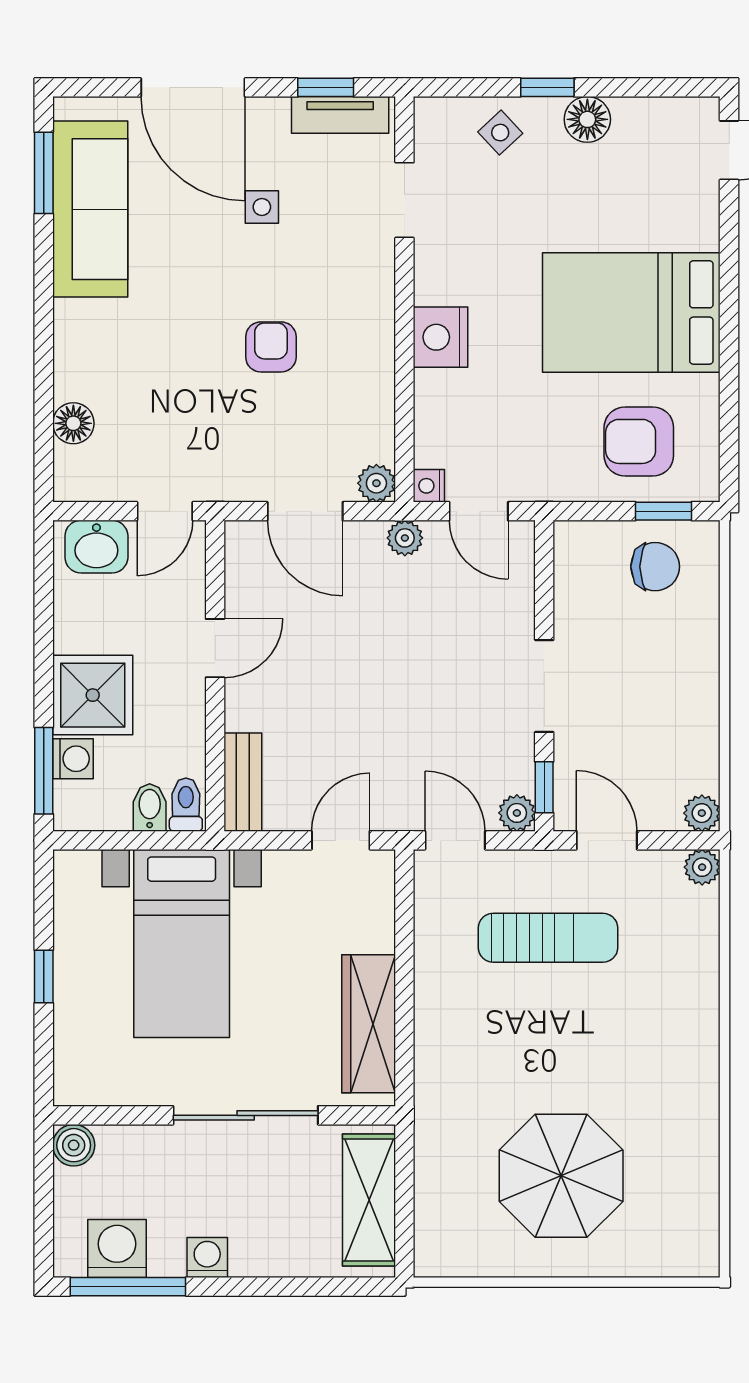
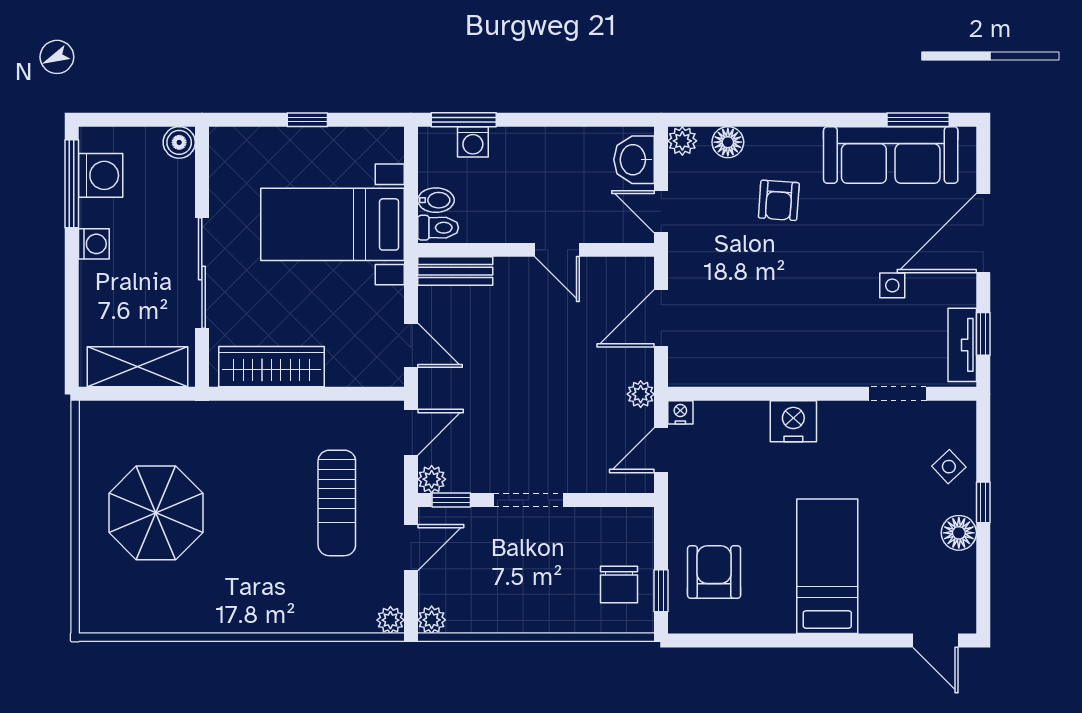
bed: (631, 312) -> (827, 566), width x0.67
armchair: (271, 347) -> (779, 200), moved, turned 94
plant: (376, 483) -> (682, 141), moved
shower: (93, 695) -> (521, 157), removed

